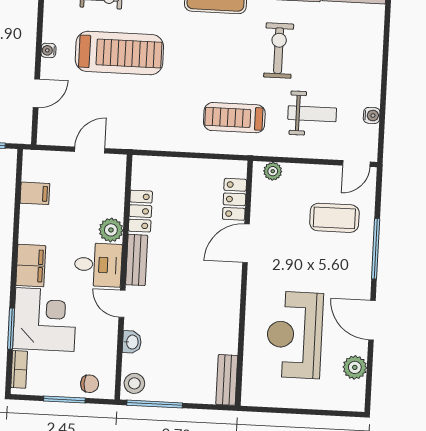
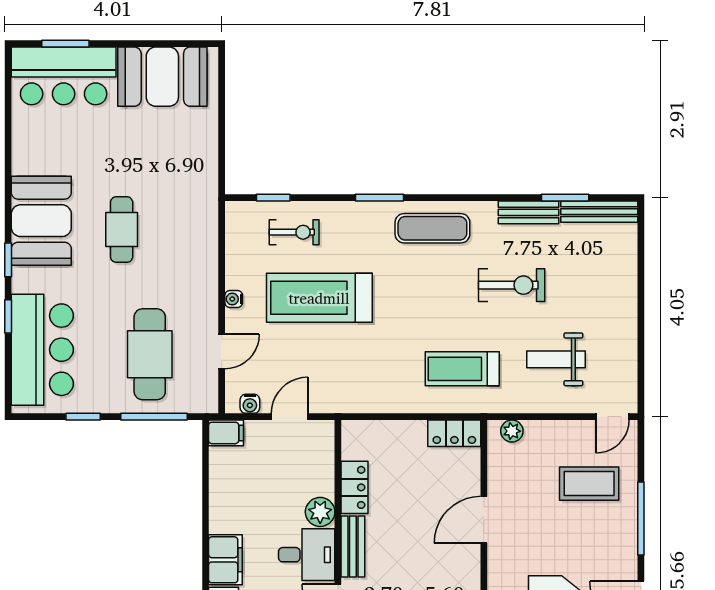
exercise bike: (279, 51) -> (512, 285), turned 90
treadmill: (119, 53) -> (319, 298), turned 180
weight bench: (312, 114) -> (556, 359), turned 180
water cooler: (372, 115) -> (250, 404), moved, turned 90
filing cabinet: (35, 193) -> (226, 433), moved
locker: (234, 199) -> (454, 433), moved, turned -90

